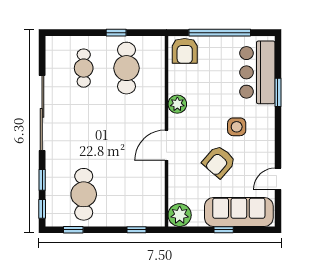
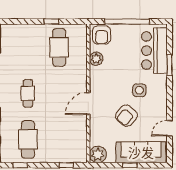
cafe table: (84, 68) -> (28, 93), moved
plant: (177, 104) -> (96, 59), moved

